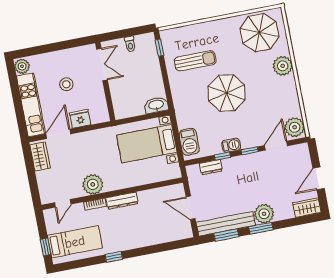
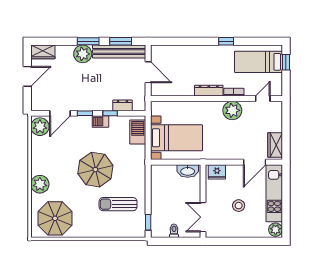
washbasin: (156, 105) -> (188, 171), moved
fridge: (80, 119) -> (217, 172), moved

